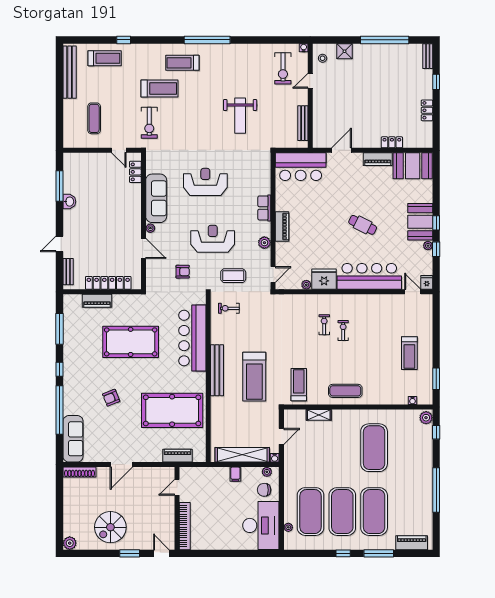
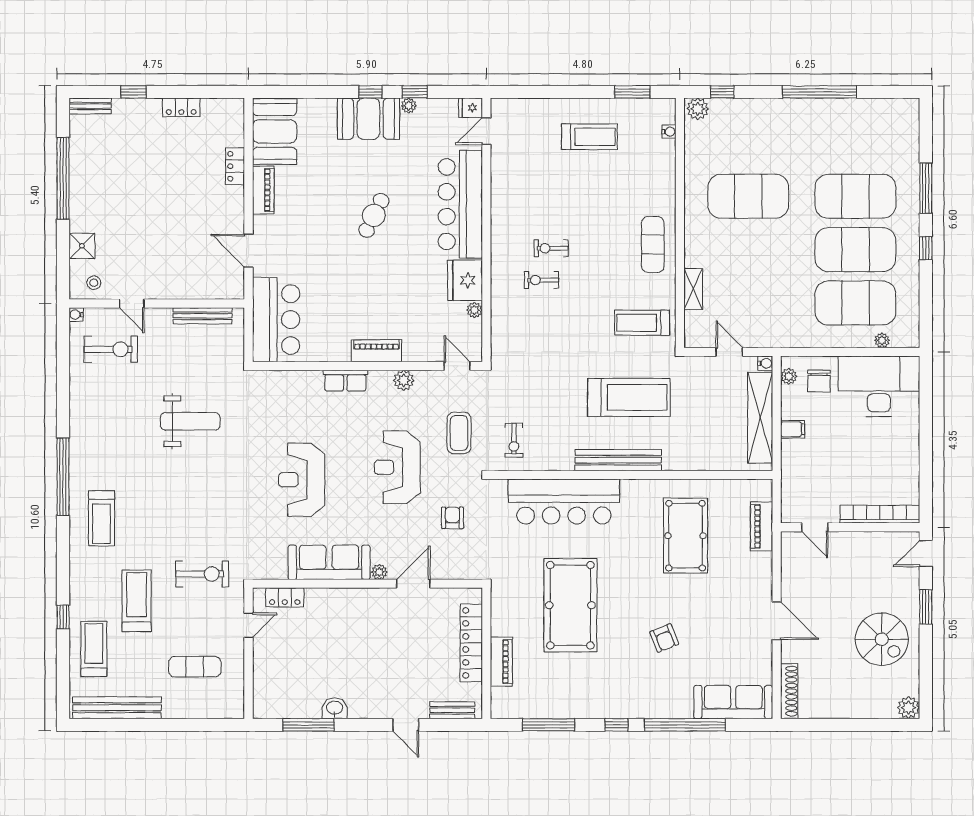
treadmill: (160, 89) -> (137, 601), moved
pool table: (172, 410) -> (686, 536), width x0.73, depth x0.76
piano: (412, 543) -> (908, 133), removed

